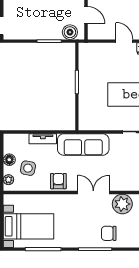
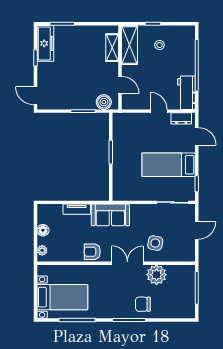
sofa: (83, 144) -> (110, 215), width x0.73
side table: (28, 168) -> (155, 243), moved
armchair: (58, 181) -> (92, 252), turned -90

